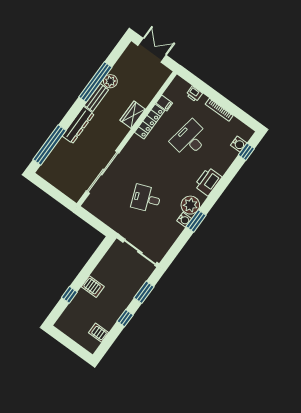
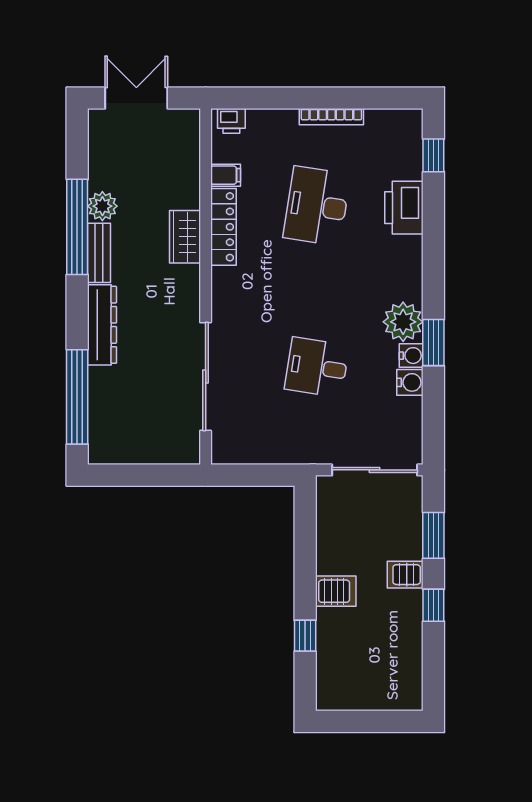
printer: (194, 94) -> (231, 121), moved
water cooler: (239, 144) -> (410, 382), moved
printer: (208, 181) -> (404, 208), moved
desk: (146, 199) -> (317, 367), turned 30
server rack: (99, 333) -> (405, 575), moved

